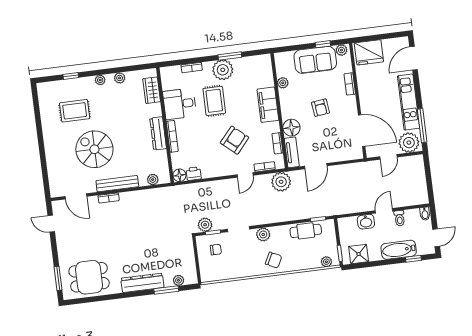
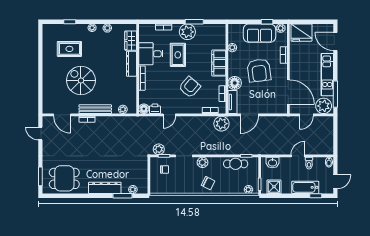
door: (414, 58) -> (335, 41), hinge flipped
armchair: (321, 108) -> (259, 70), width x1.88, depth x1.88
dresser: (158, 133) -> (131, 64), moved
door: (245, 175) -> (169, 115), moved
washbasin: (366, 222) -> (272, 163), moved

